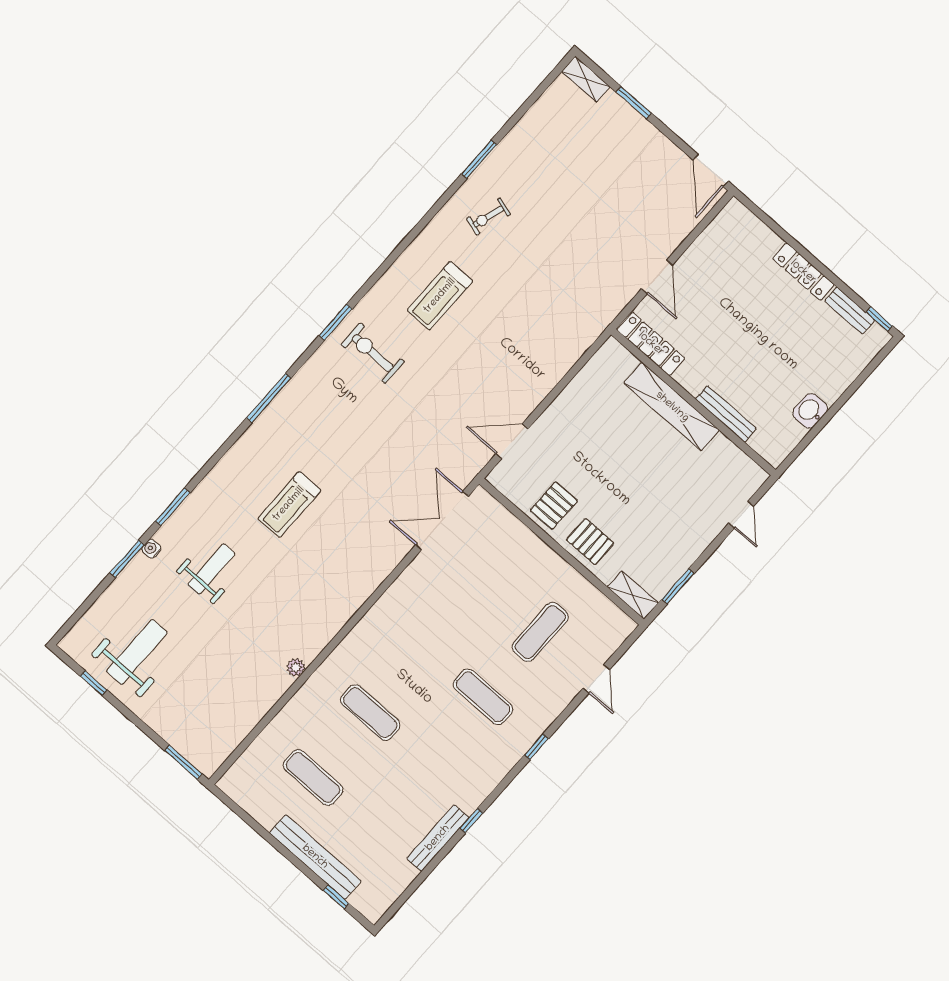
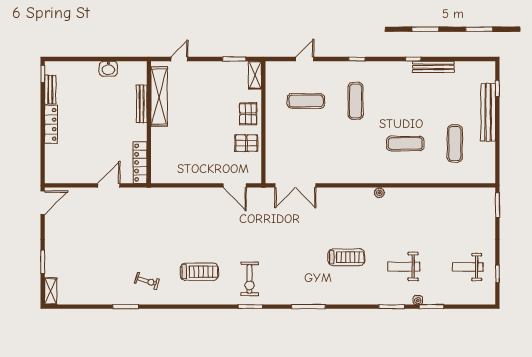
shelving: (672, 407) -> (159, 97), moved
weight bench: (137, 652) -> (468, 267), width x0.73, depth x0.75
plant: (296, 667) -> (379, 193), moved
exercise mat: (370, 713) -> (405, 144), turned 90

